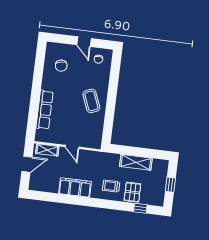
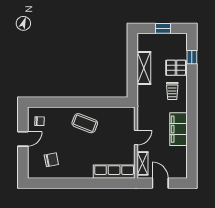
coffee table: (91, 101) -> (85, 123), turned 43
row of seats: (44, 110) -> (114, 172), moved

